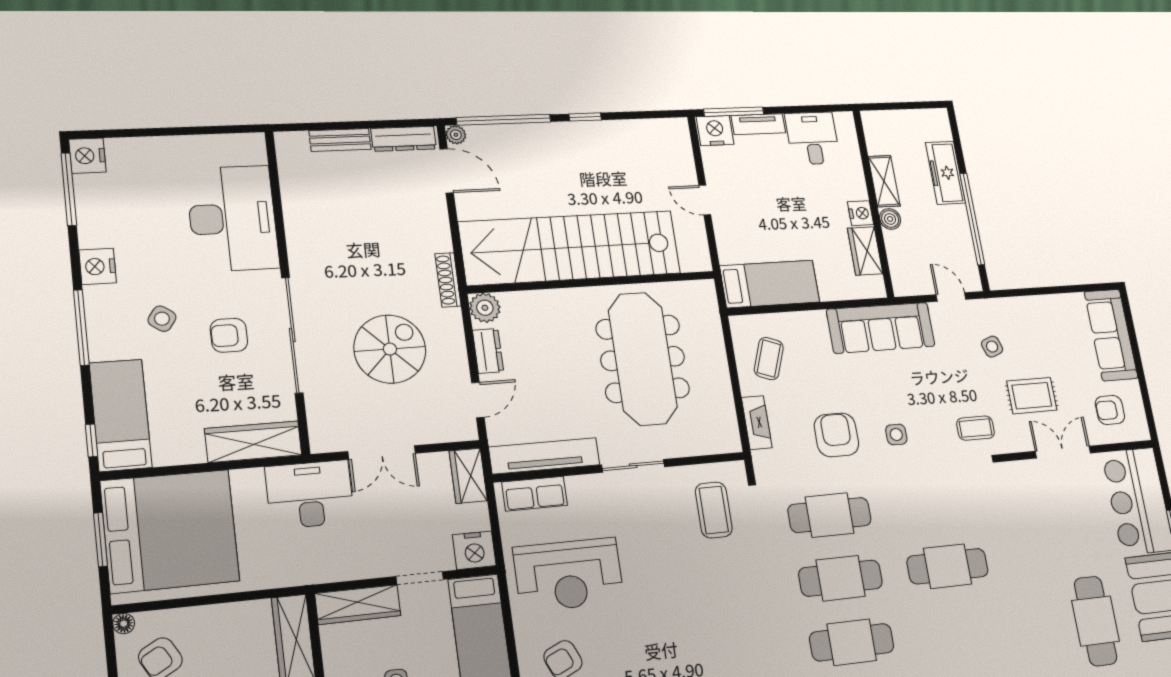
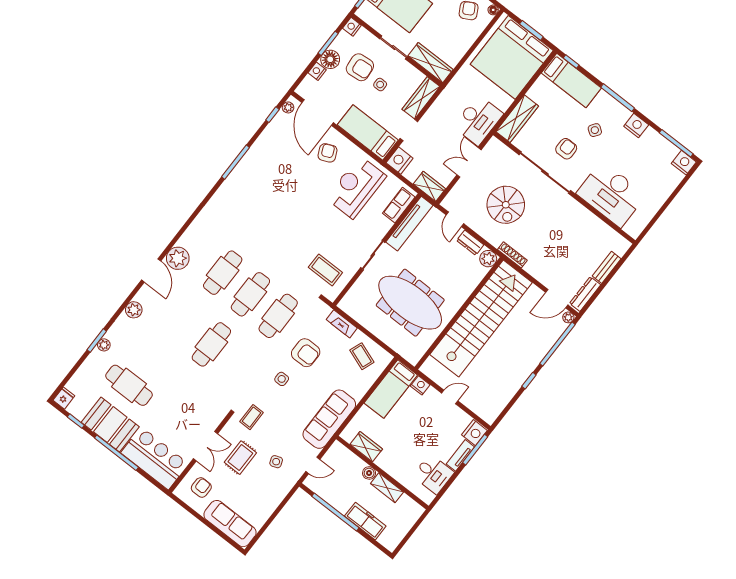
nightstand: (861, 213) -> (420, 385), moved, turned 180

